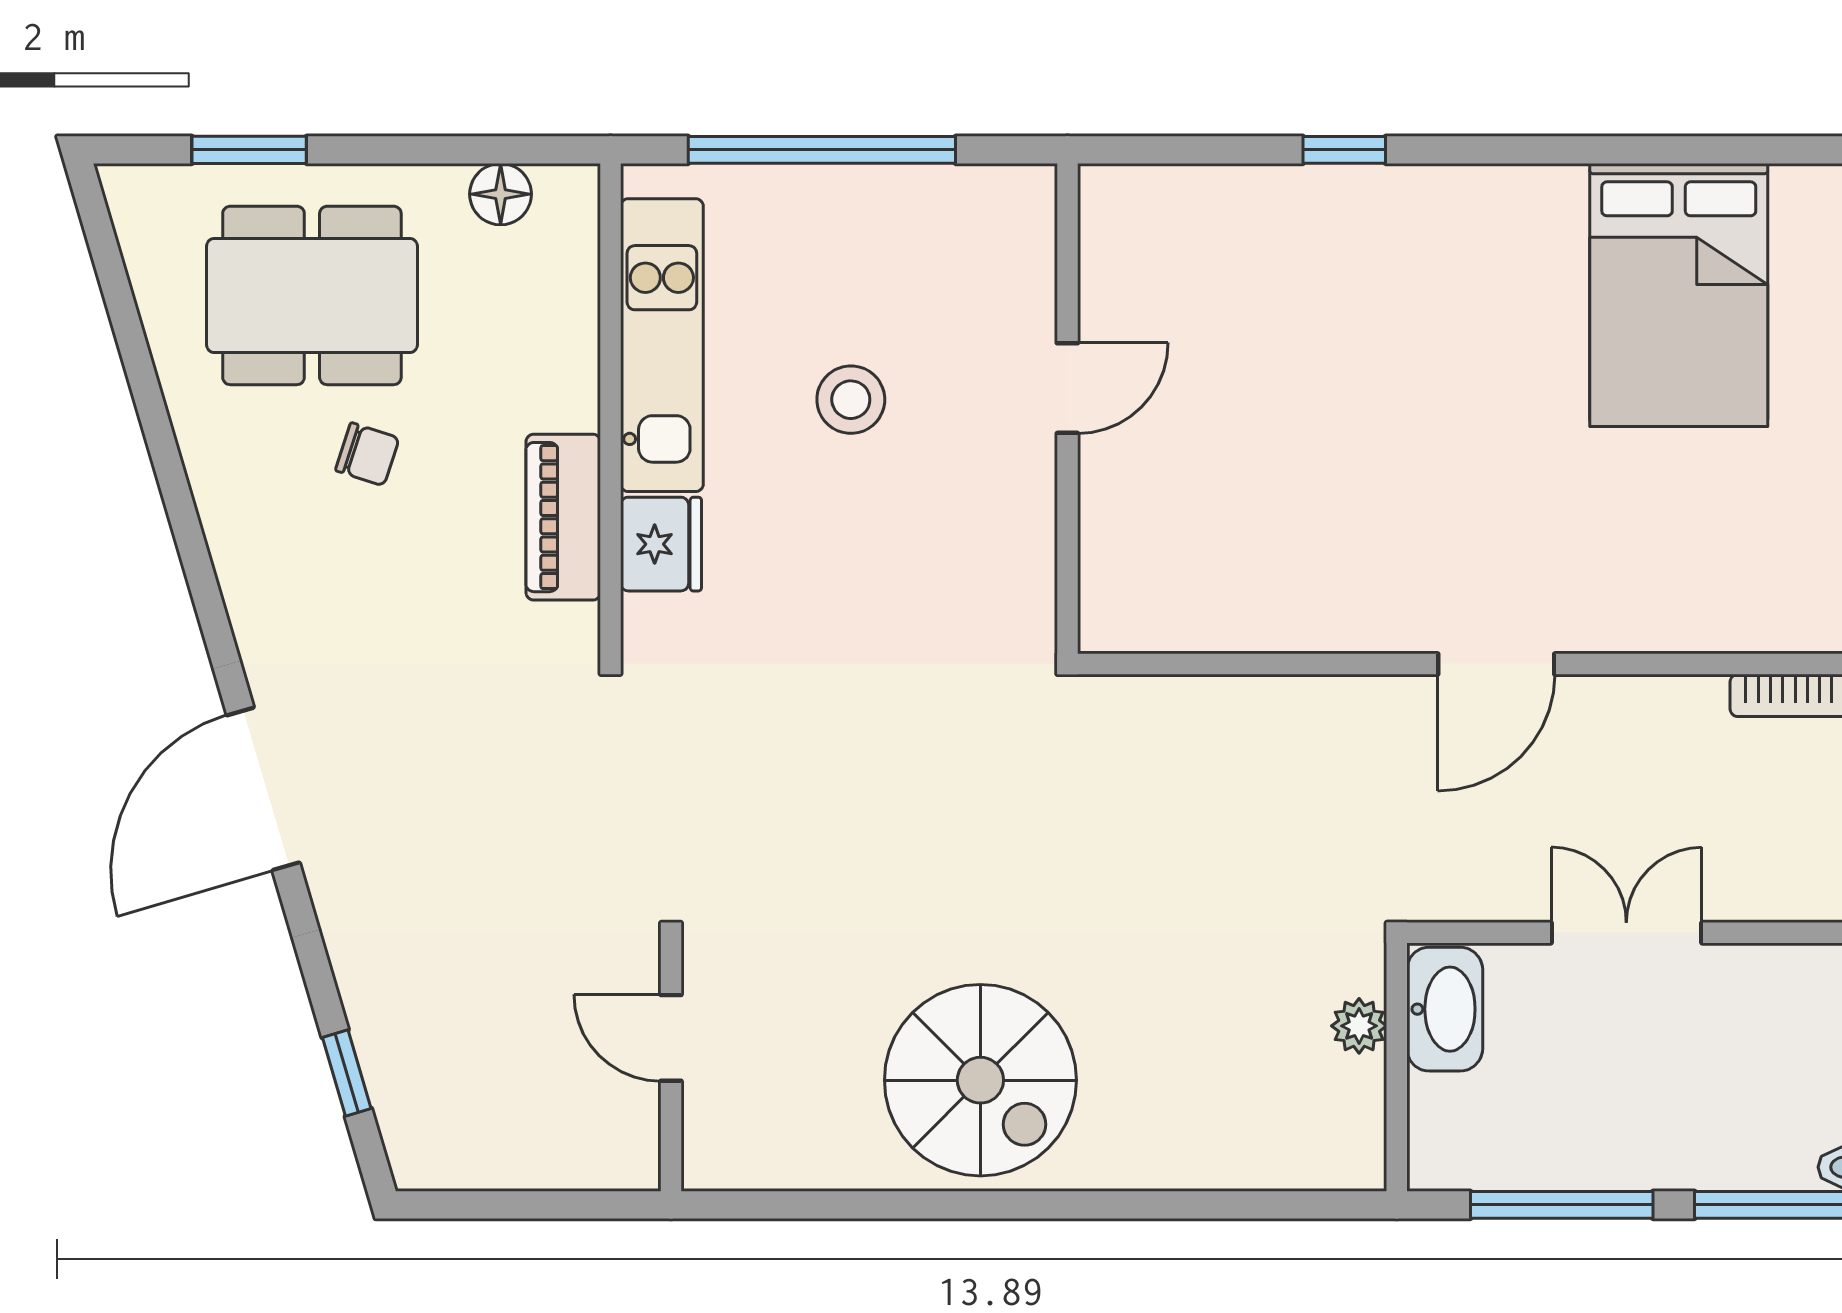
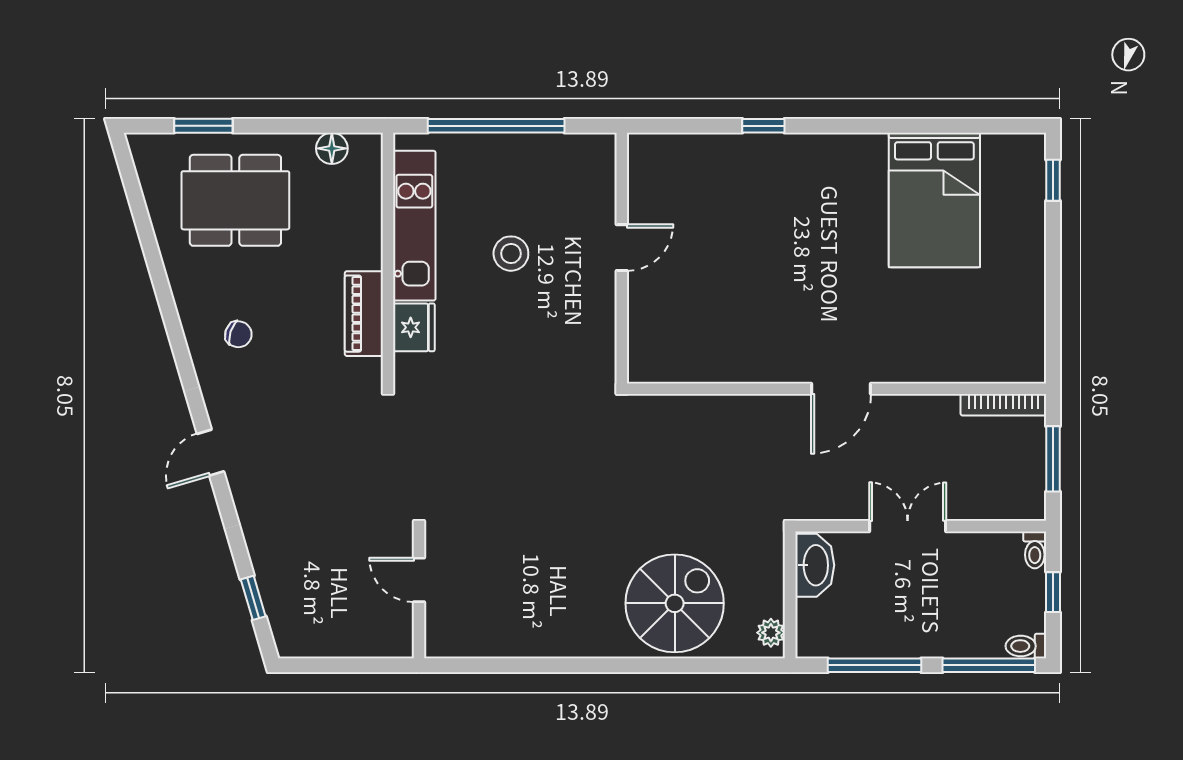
chair: (367, 454) -> (238, 334), moved
door: (263, 789) -> (210, 453), width x0.53
plant: (1359, 1026) -> (771, 633), moved
spiral stairs: (980, 1080) -> (675, 603), moved, turned -90

